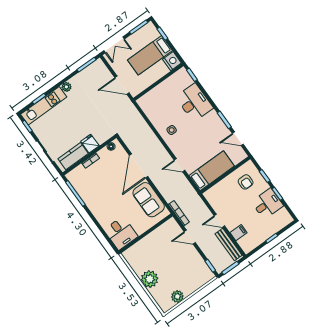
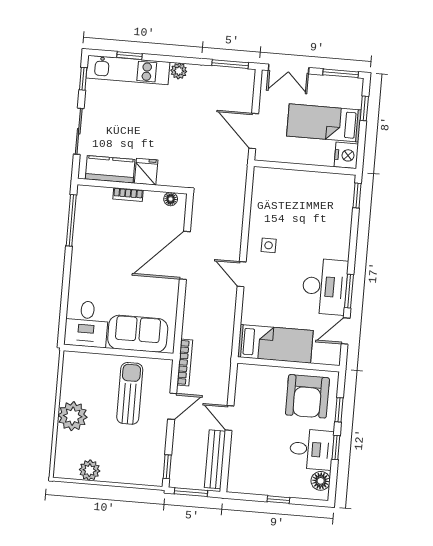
desk: (194, 102) -> (325, 287), moved
door: (238, 139) -> (346, 331), hinge flipped
door: (180, 165) -> (242, 274), moved
armchair: (246, 182) -> (307, 396), width x1.88, depth x1.88
sofa: (149, 200) -> (138, 334), moved, turned 90
floor lamp: (283, 214) -> (321, 481), added
filing cabinet: (238, 233) -> (241, 455), removed
door: (190, 237) -> (172, 406), swing flipped
sun lounger: (166, 247) -> (130, 393), added

